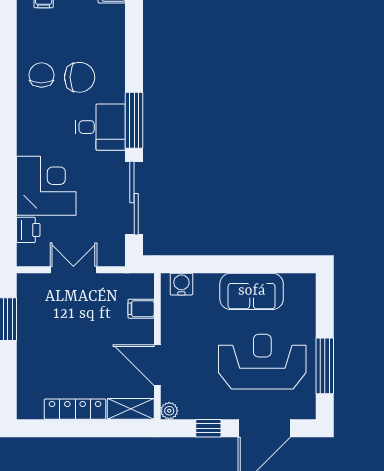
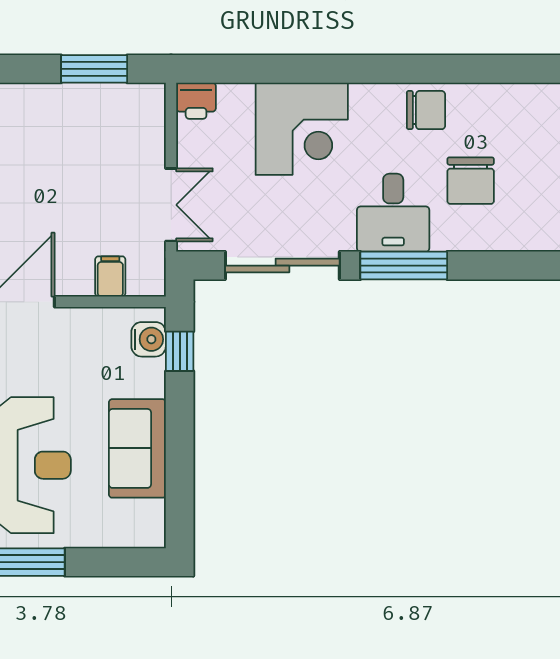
chair: (41, 75) -> (426, 110), moved
printer: (28, 230) -> (196, 101), moved
window: (189, 264) -> (180, 351), added
double door: (73, 270) -> (171, 205), moved

